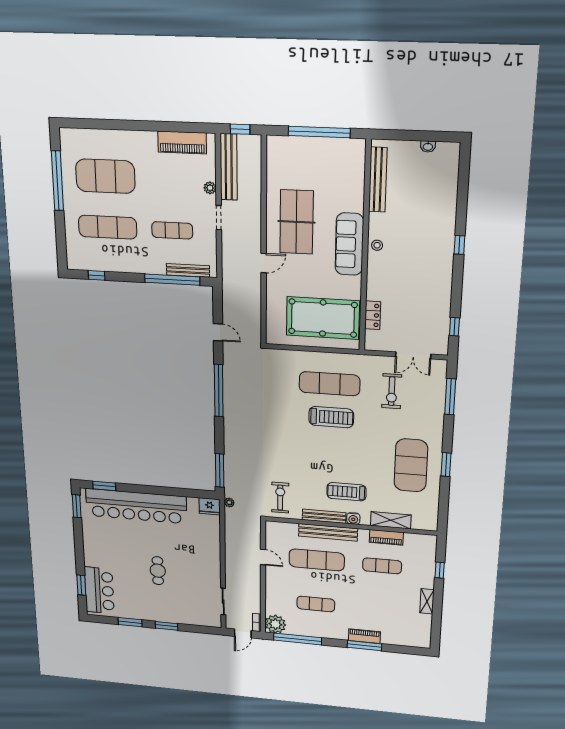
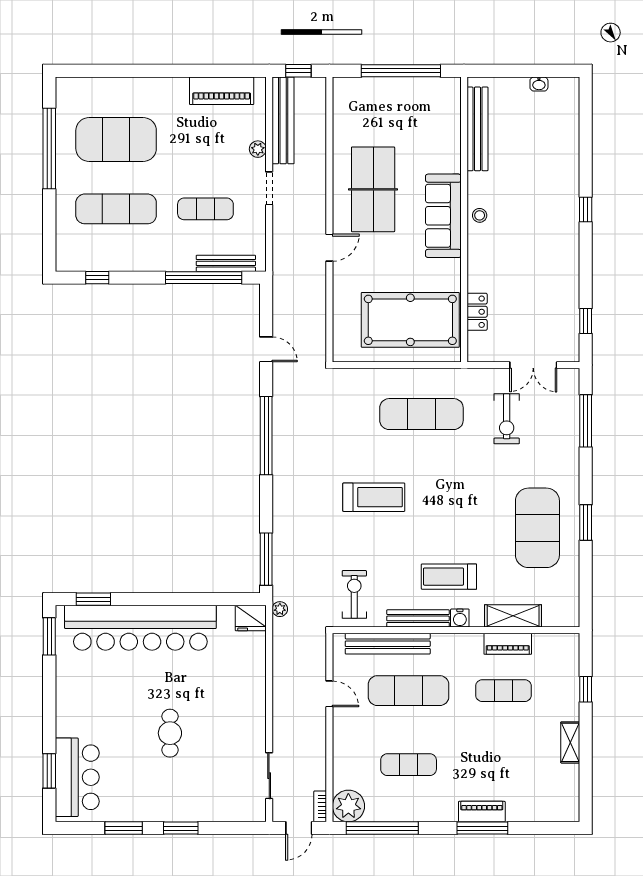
treadmill: (331, 417) -> (374, 497), moved
bench: (328, 532) -> (388, 644), moved

